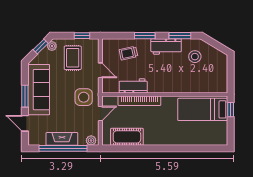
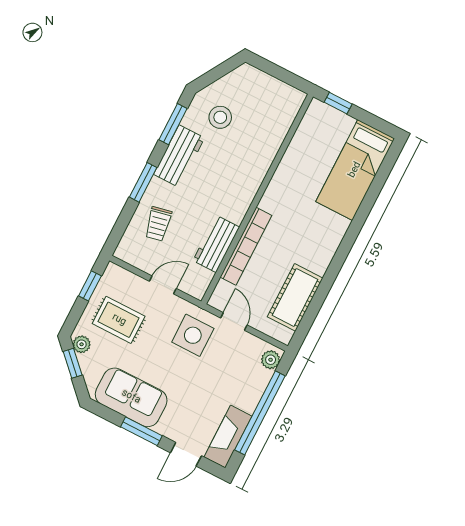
sofa: (39, 90) -> (131, 397), width x0.73
bed: (203, 109) -> (355, 170), moved
fireplace: (62, 139) -> (228, 437), moved

